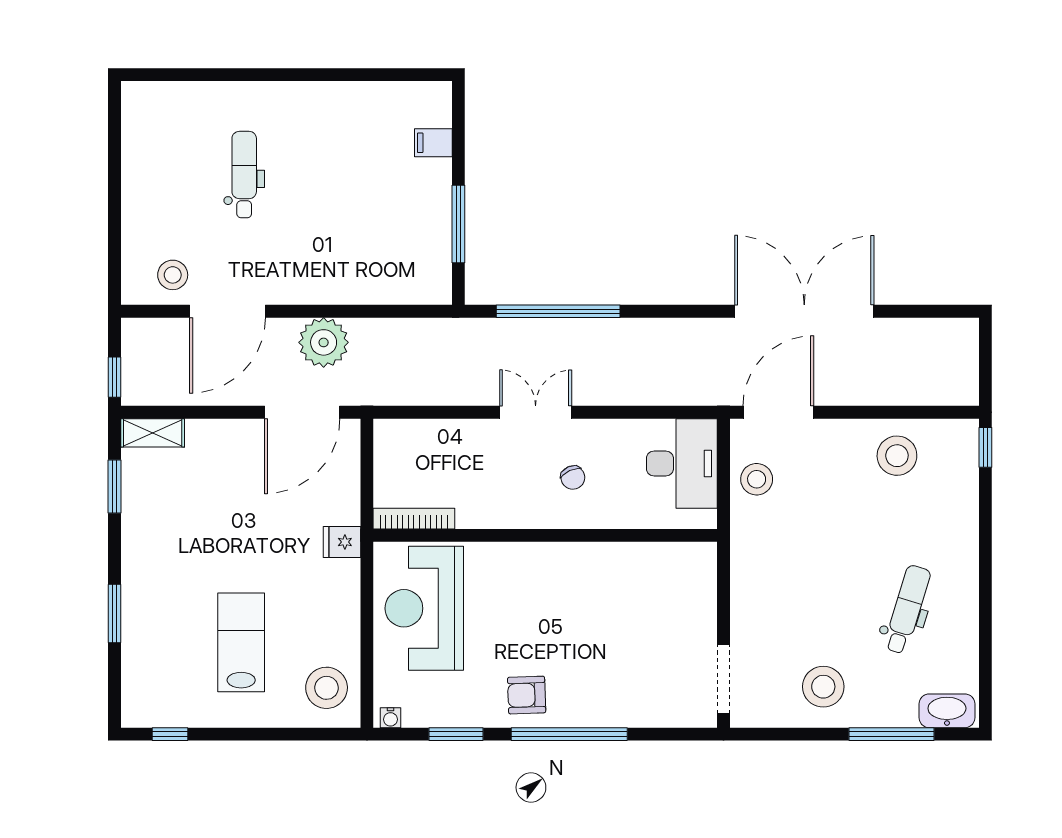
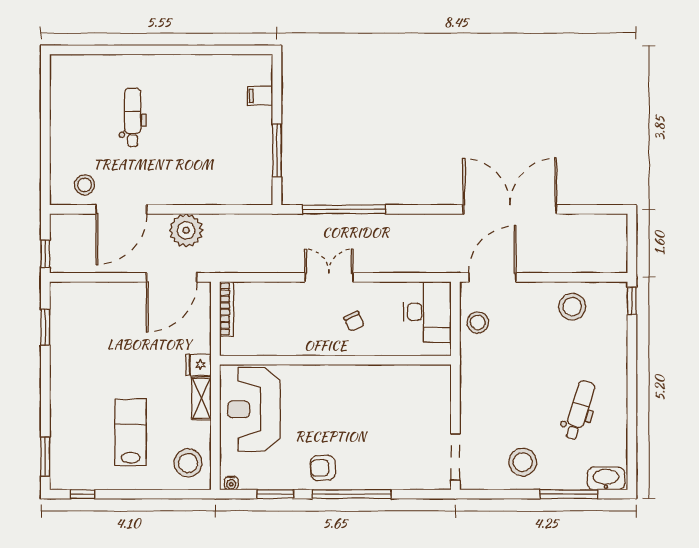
shelving: (153, 433) -> (201, 398), moved, turned 90
bookcase: (414, 519) -> (227, 309), moved, turned 90
window: (114, 613) -> (45, 457), moved

